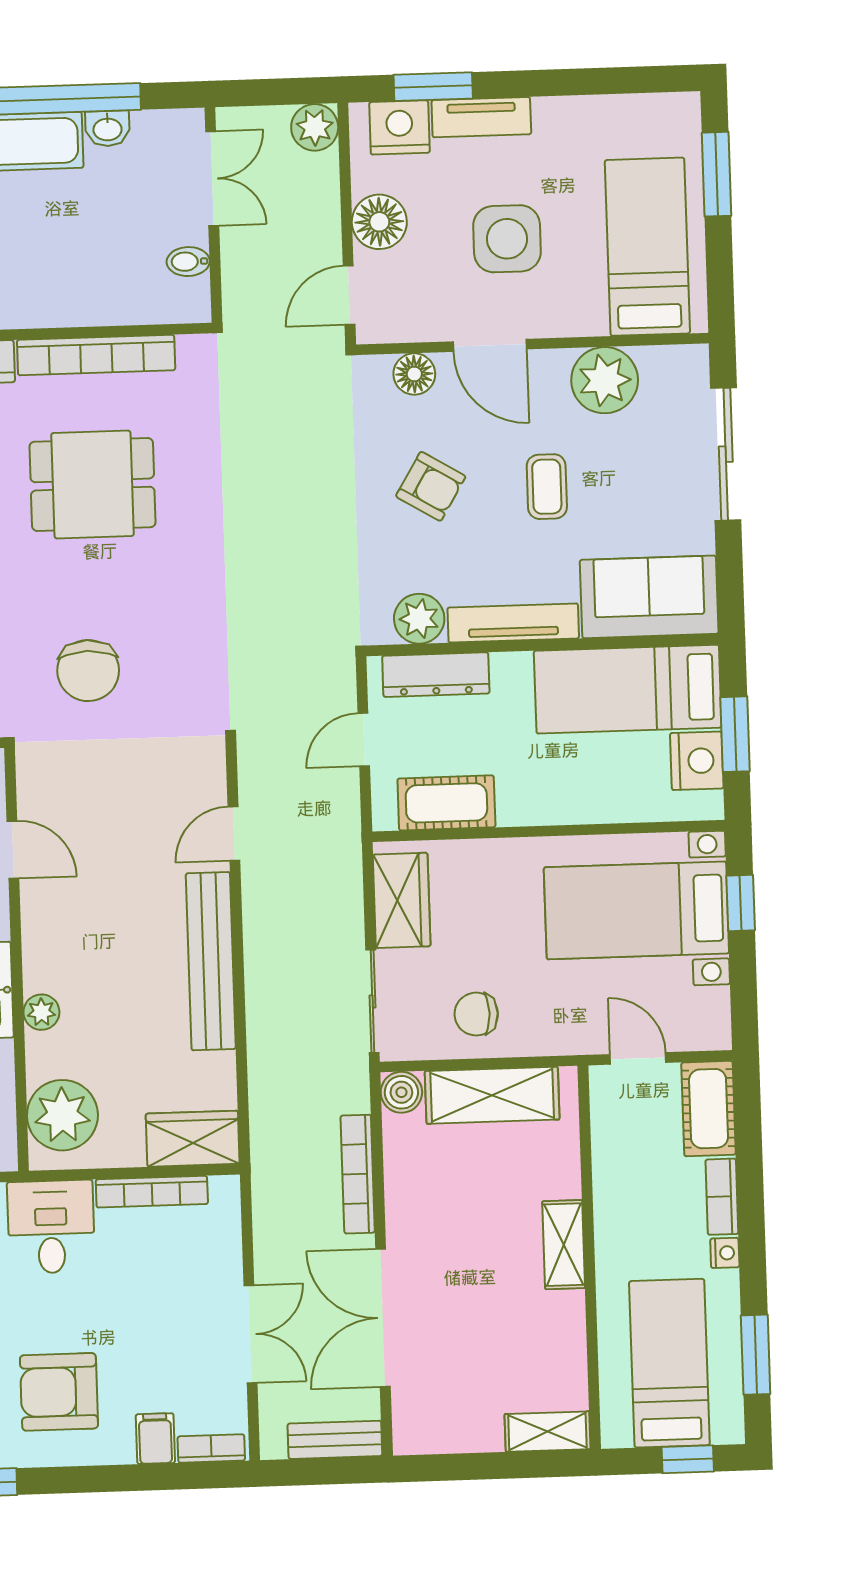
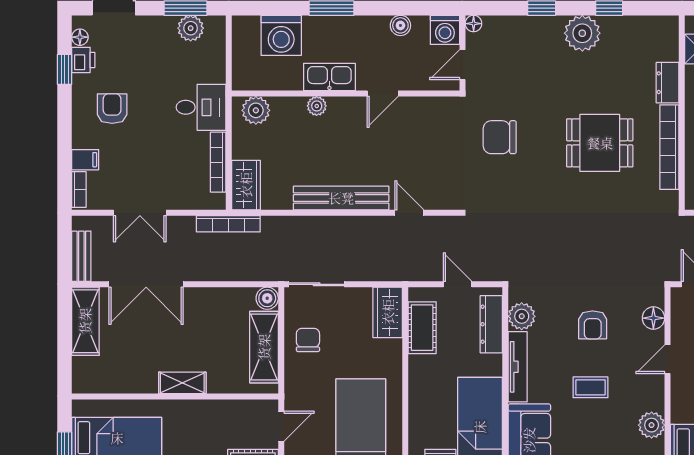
door: (490, 345) -> (668, 359), width x0.73
plant: (605, 380) -> (652, 425), width x0.73, depth x0.73
dining table: (92, 484) -> (600, 143), turned 90
armchair: (431, 486) -> (593, 325), turned -31
door: (13, 850) -> (383, 94), moved
wardrobe: (402, 900) -> (388, 312), moved, turned 90
plant: (62, 1115) -> (256, 110), width x0.73, depth x0.73
bookcase: (358, 1174) -> (228, 224), moved, turned 180
double door: (383, 1318) -> (146, 284), swing flipped
armchair: (59, 1392) -> (112, 109), width x0.72, depth x0.72
shelving: (547, 1432) -> (85, 321), moved, width x1.50, depth x1.33

